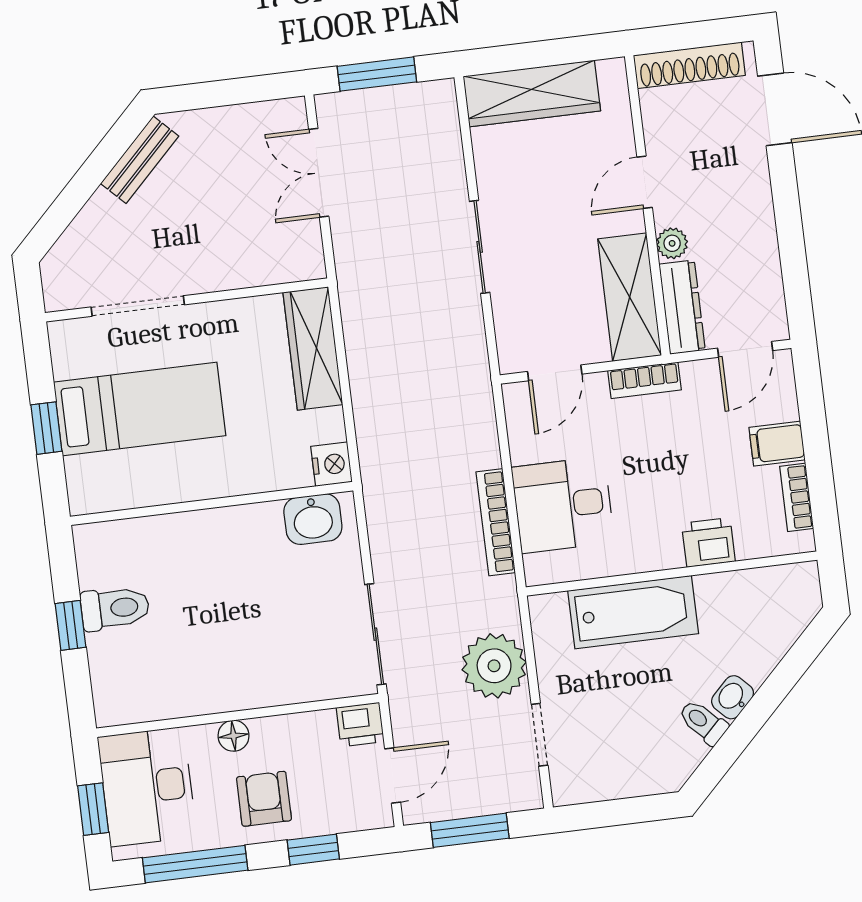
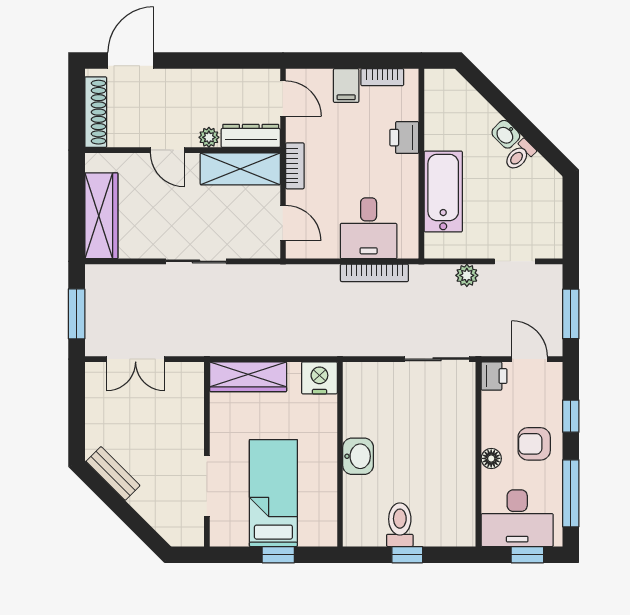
nightstand: (332, 464) -> (319, 378), width x1.36, depth x1.33
washbasin: (313, 519) -> (358, 456), moved
plant: (494, 666) -> (467, 275), width x0.53, depth x0.53

